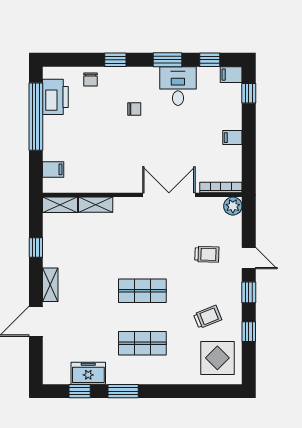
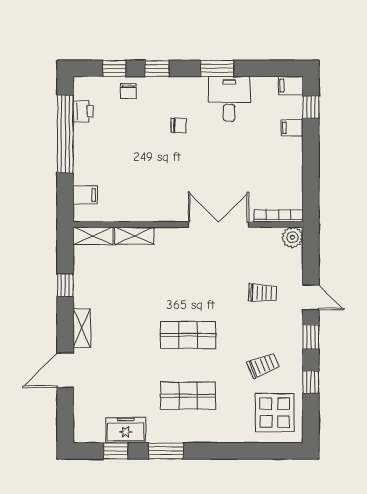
window: (210, 60) -> (114, 68), moved
printer: (55, 97) -> (83, 111), width x0.53, depth x0.68
filing cabinet: (232, 138) -> (292, 128), moved

